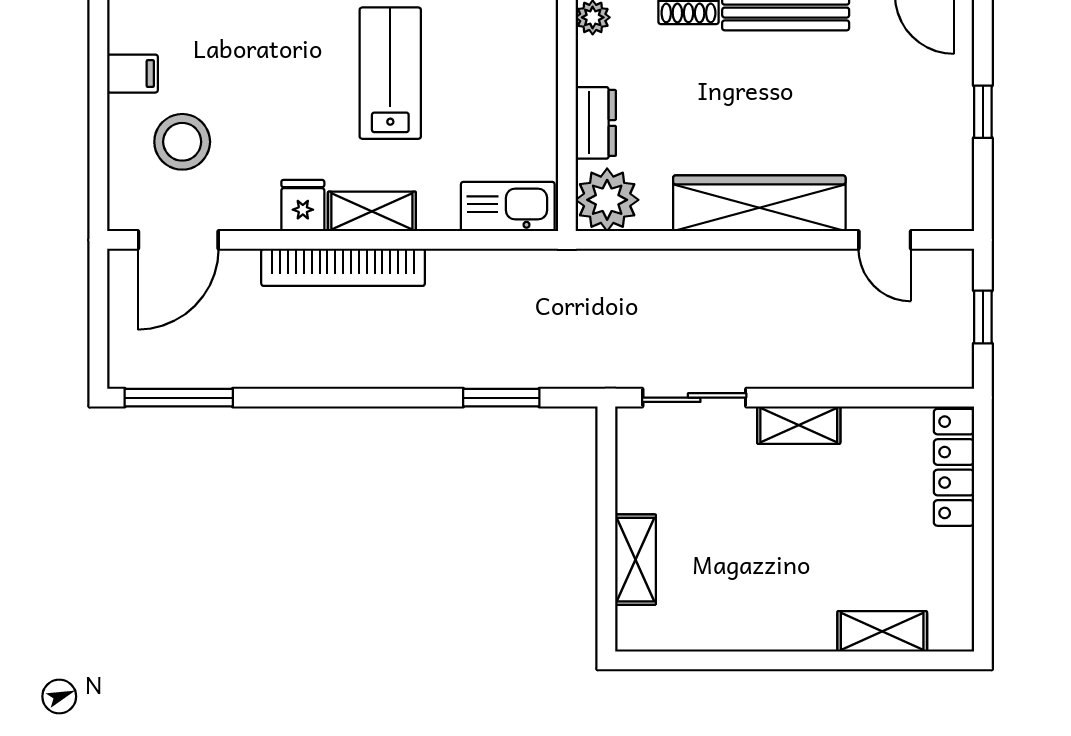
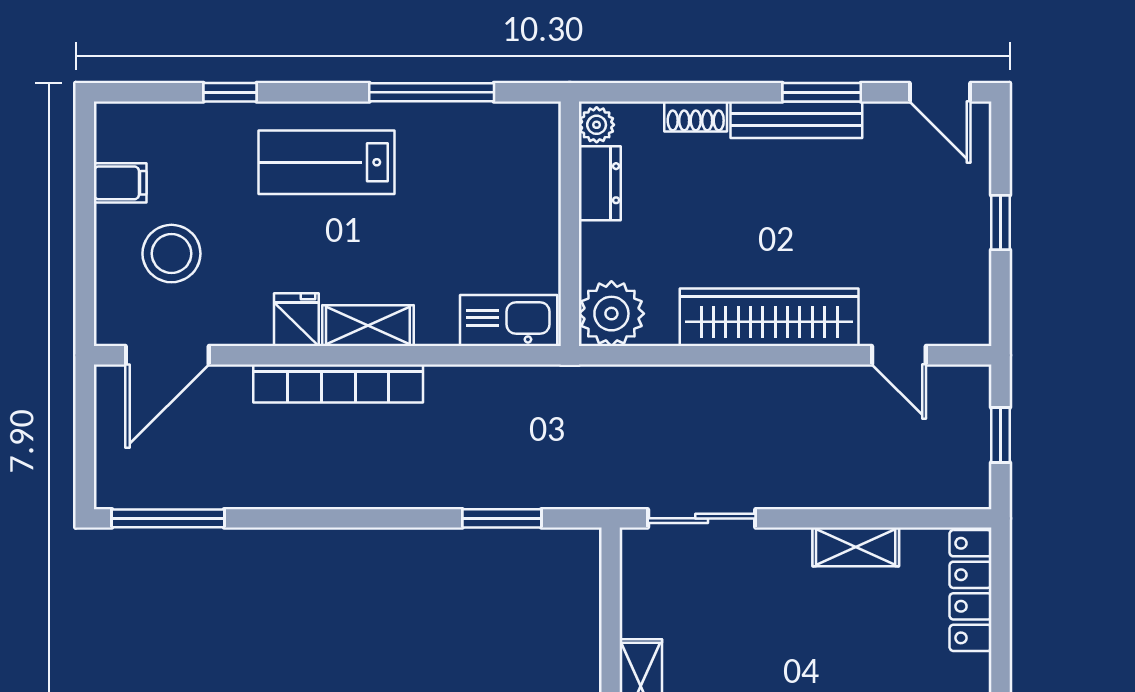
lab bench: (390, 73) -> (326, 162), moved, turned -90
dresser: (596, 123) -> (600, 183), moved
shelving: (799, 425) -> (856, 547), moved

